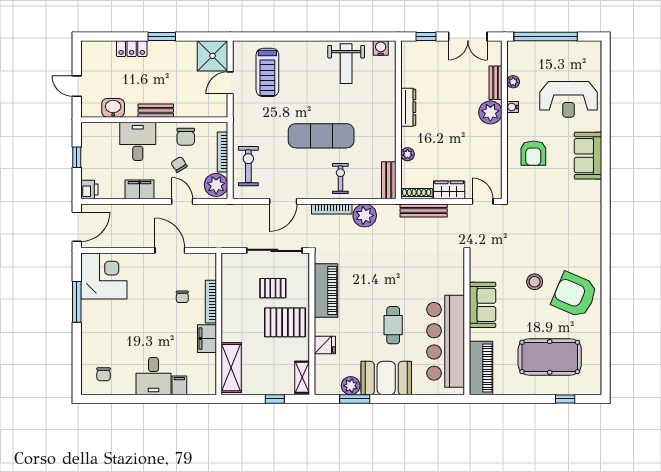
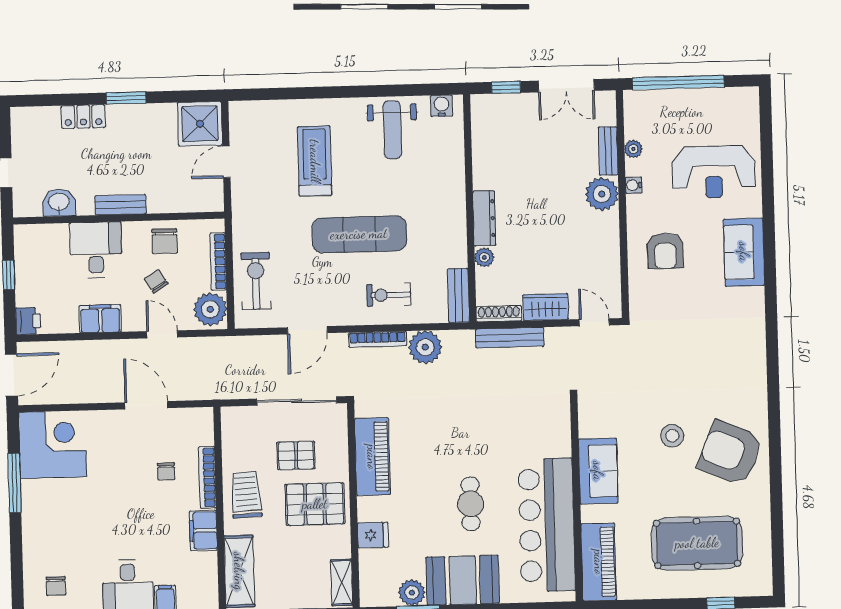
treadmill: (267, 72) -> (315, 161), moved, turned 180
dresser: (408, 107) -> (484, 218), moved
exercise bike: (340, 178) -> (389, 295), turned -90
trolley: (237, 315) -> (246, 495), added

